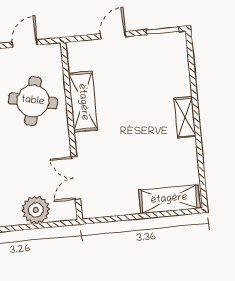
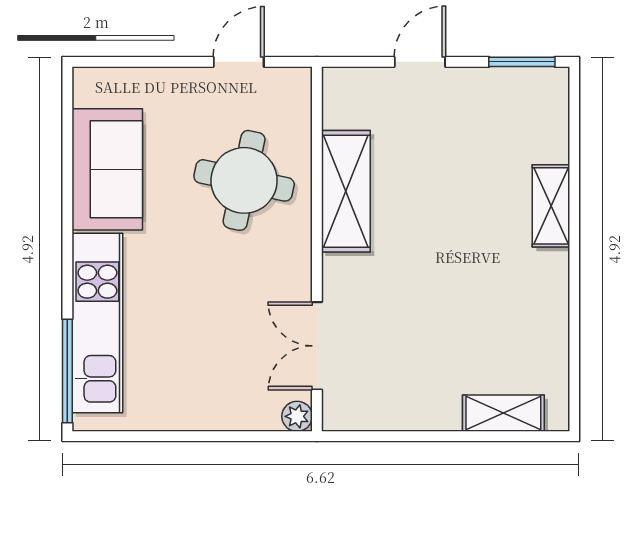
shelving: (185, 117) -> (551, 206), moved
shelving: (169, 199) -> (503, 413), width x0.67, depth x0.75
plant: (36, 210) -> (297, 416), moved, width x0.53, depth x0.53

